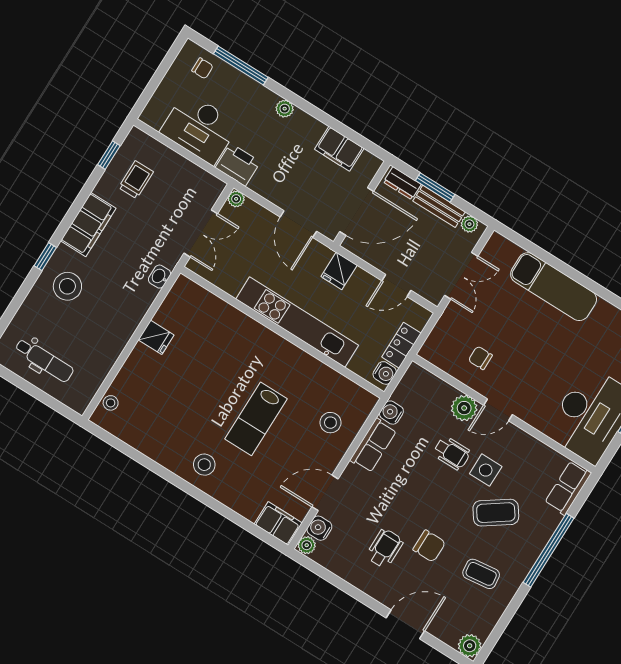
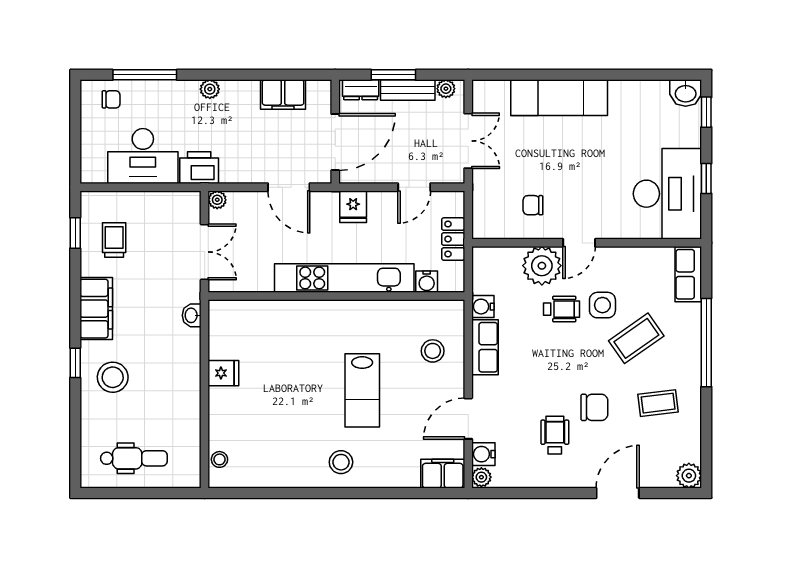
water cooler: (385, 373) -> (427, 282), moved, turned 90
plant: (464, 408) -> (542, 266), width x1.36, depth x1.36

